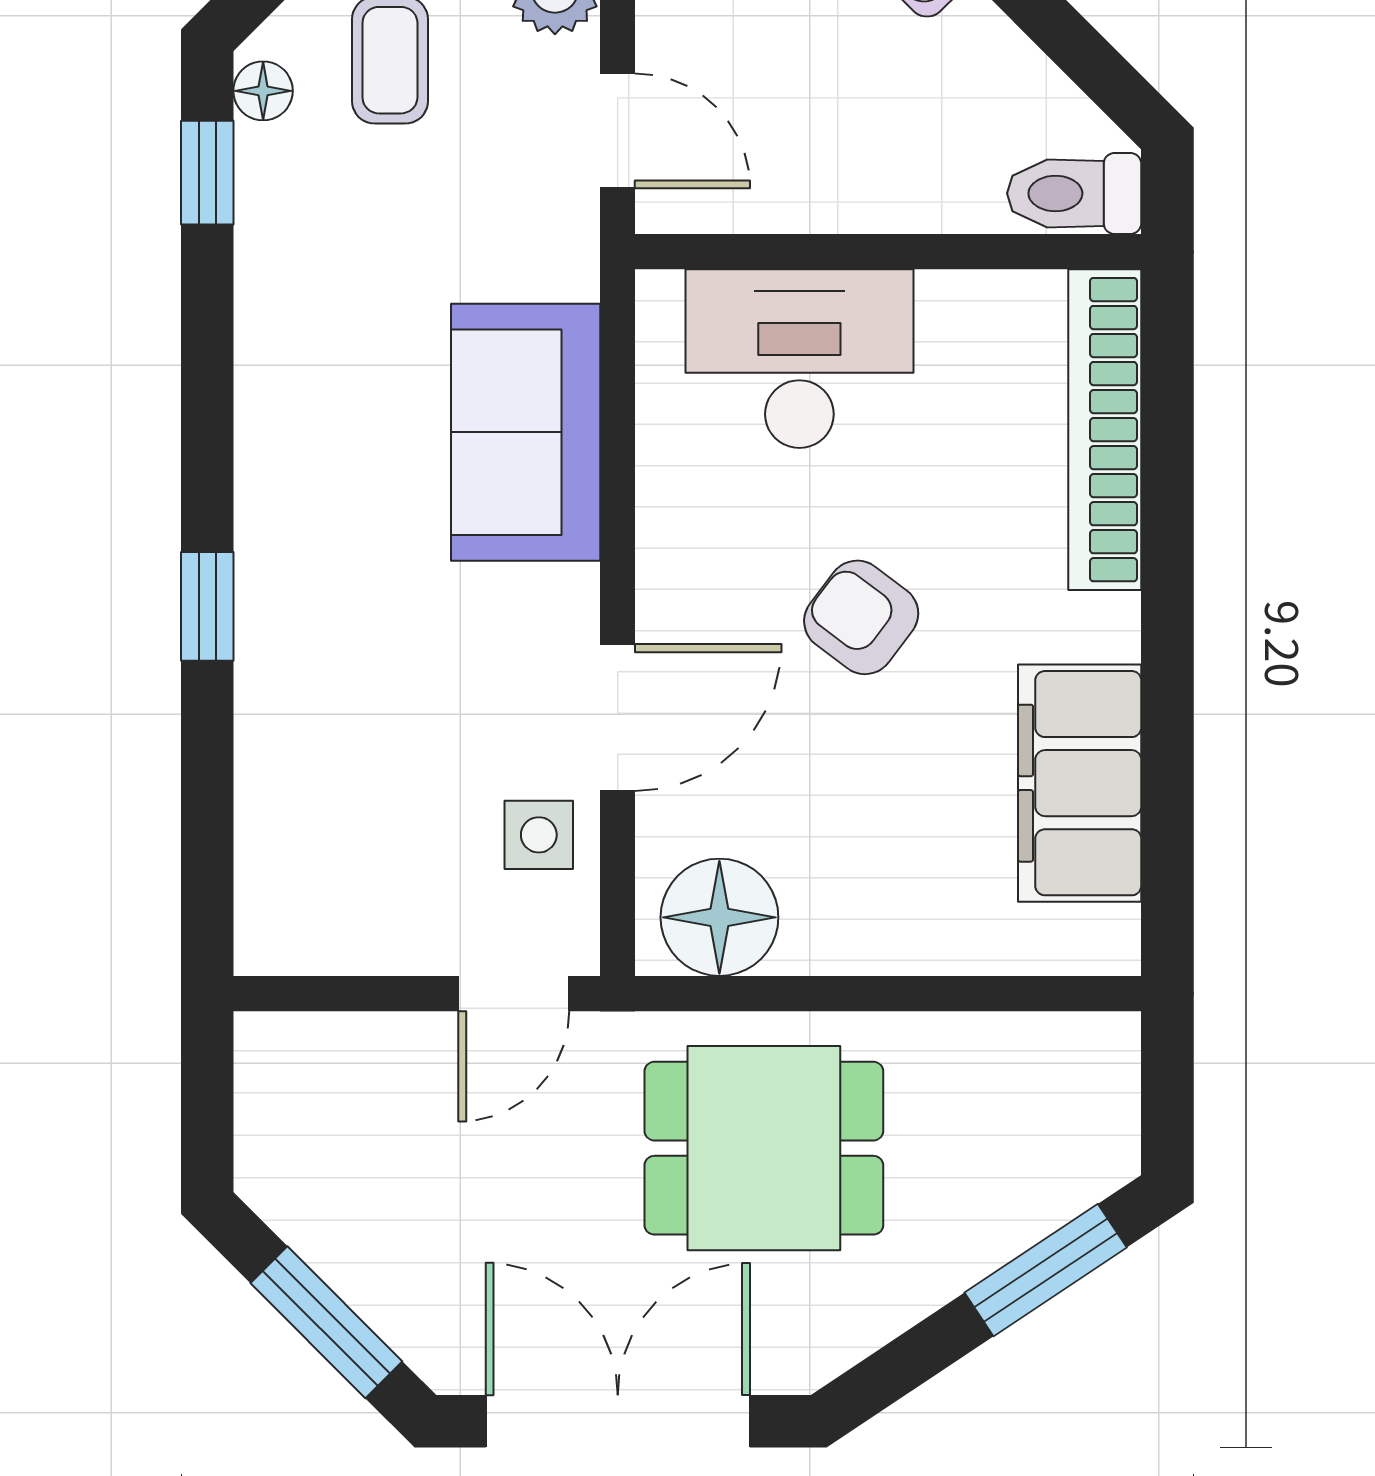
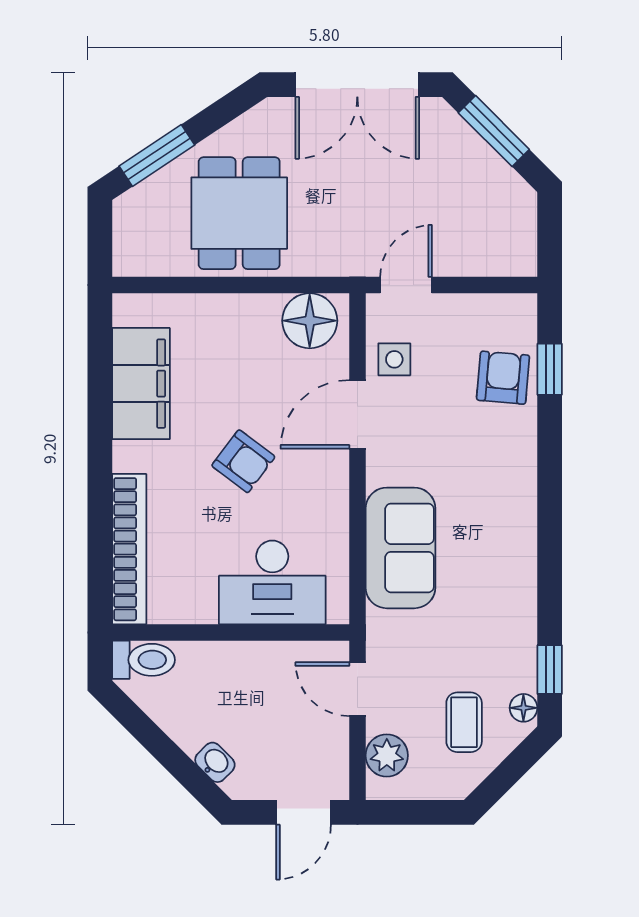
window: (207, 606) -> (550, 369), moved
armchair: (307, 796) -> (503, 378), added
dining table: (764, 1148) -> (239, 213), moved, turned 90

